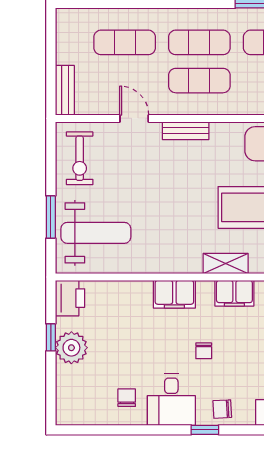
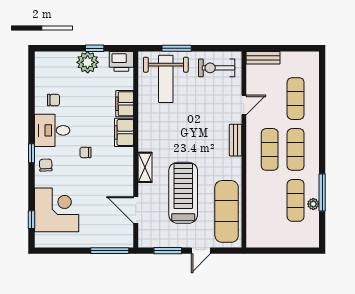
filing cabinet: (234, 293) -> (125, 104), moved

